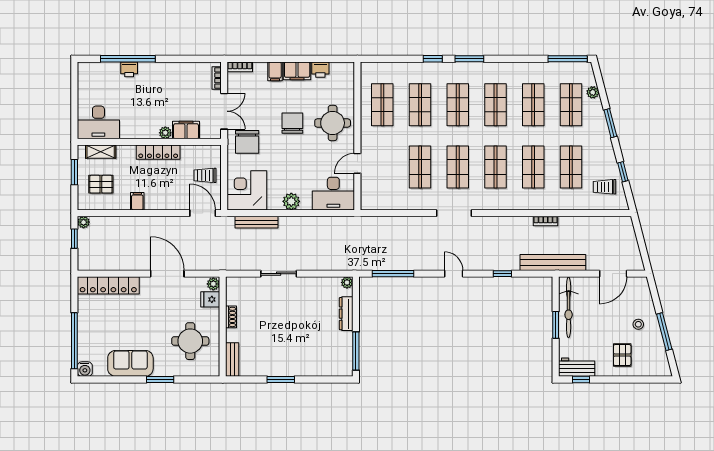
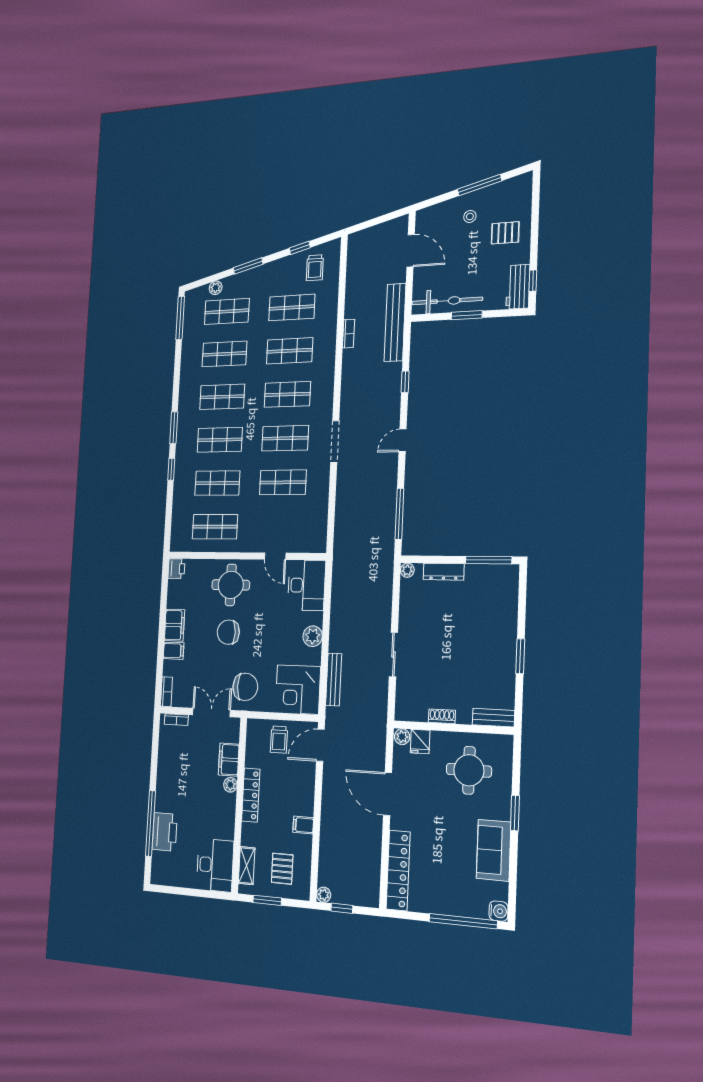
printer: (129, 69) -> (165, 832), width x1.87, depth x1.48
printer: (320, 70) -> (176, 569), moved
door: (167, 274) -> (388, 794), hinge flipped

